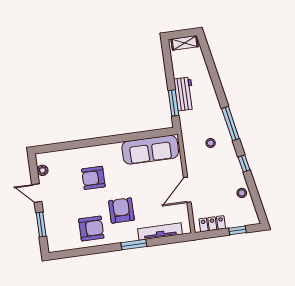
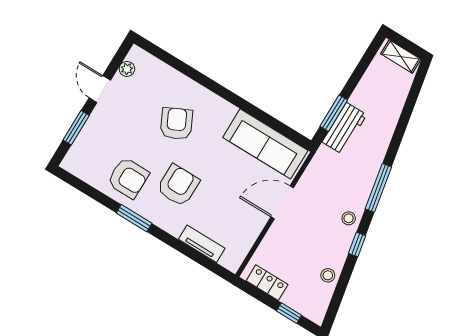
workbench: (184, 94) -> (344, 128), moved
stool: (211, 143) -> (349, 218), moved
armchair: (93, 178) -> (177, 124), turned 64
door: (187, 190) -> (282, 202), moved
tv unit: (160, 232) -> (202, 244), width x0.71
window: (134, 245) -> (134, 218), moved

